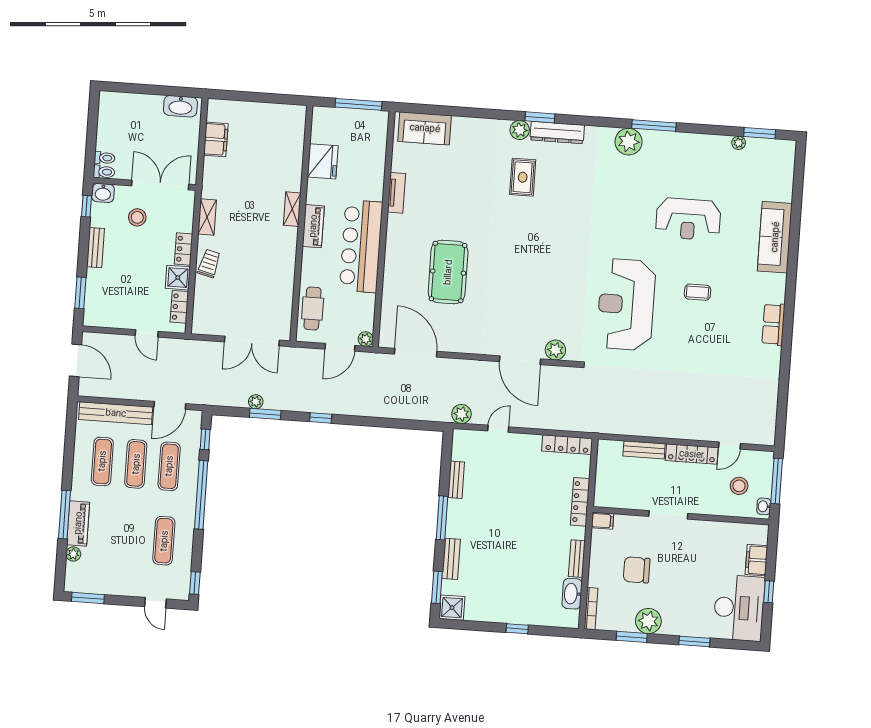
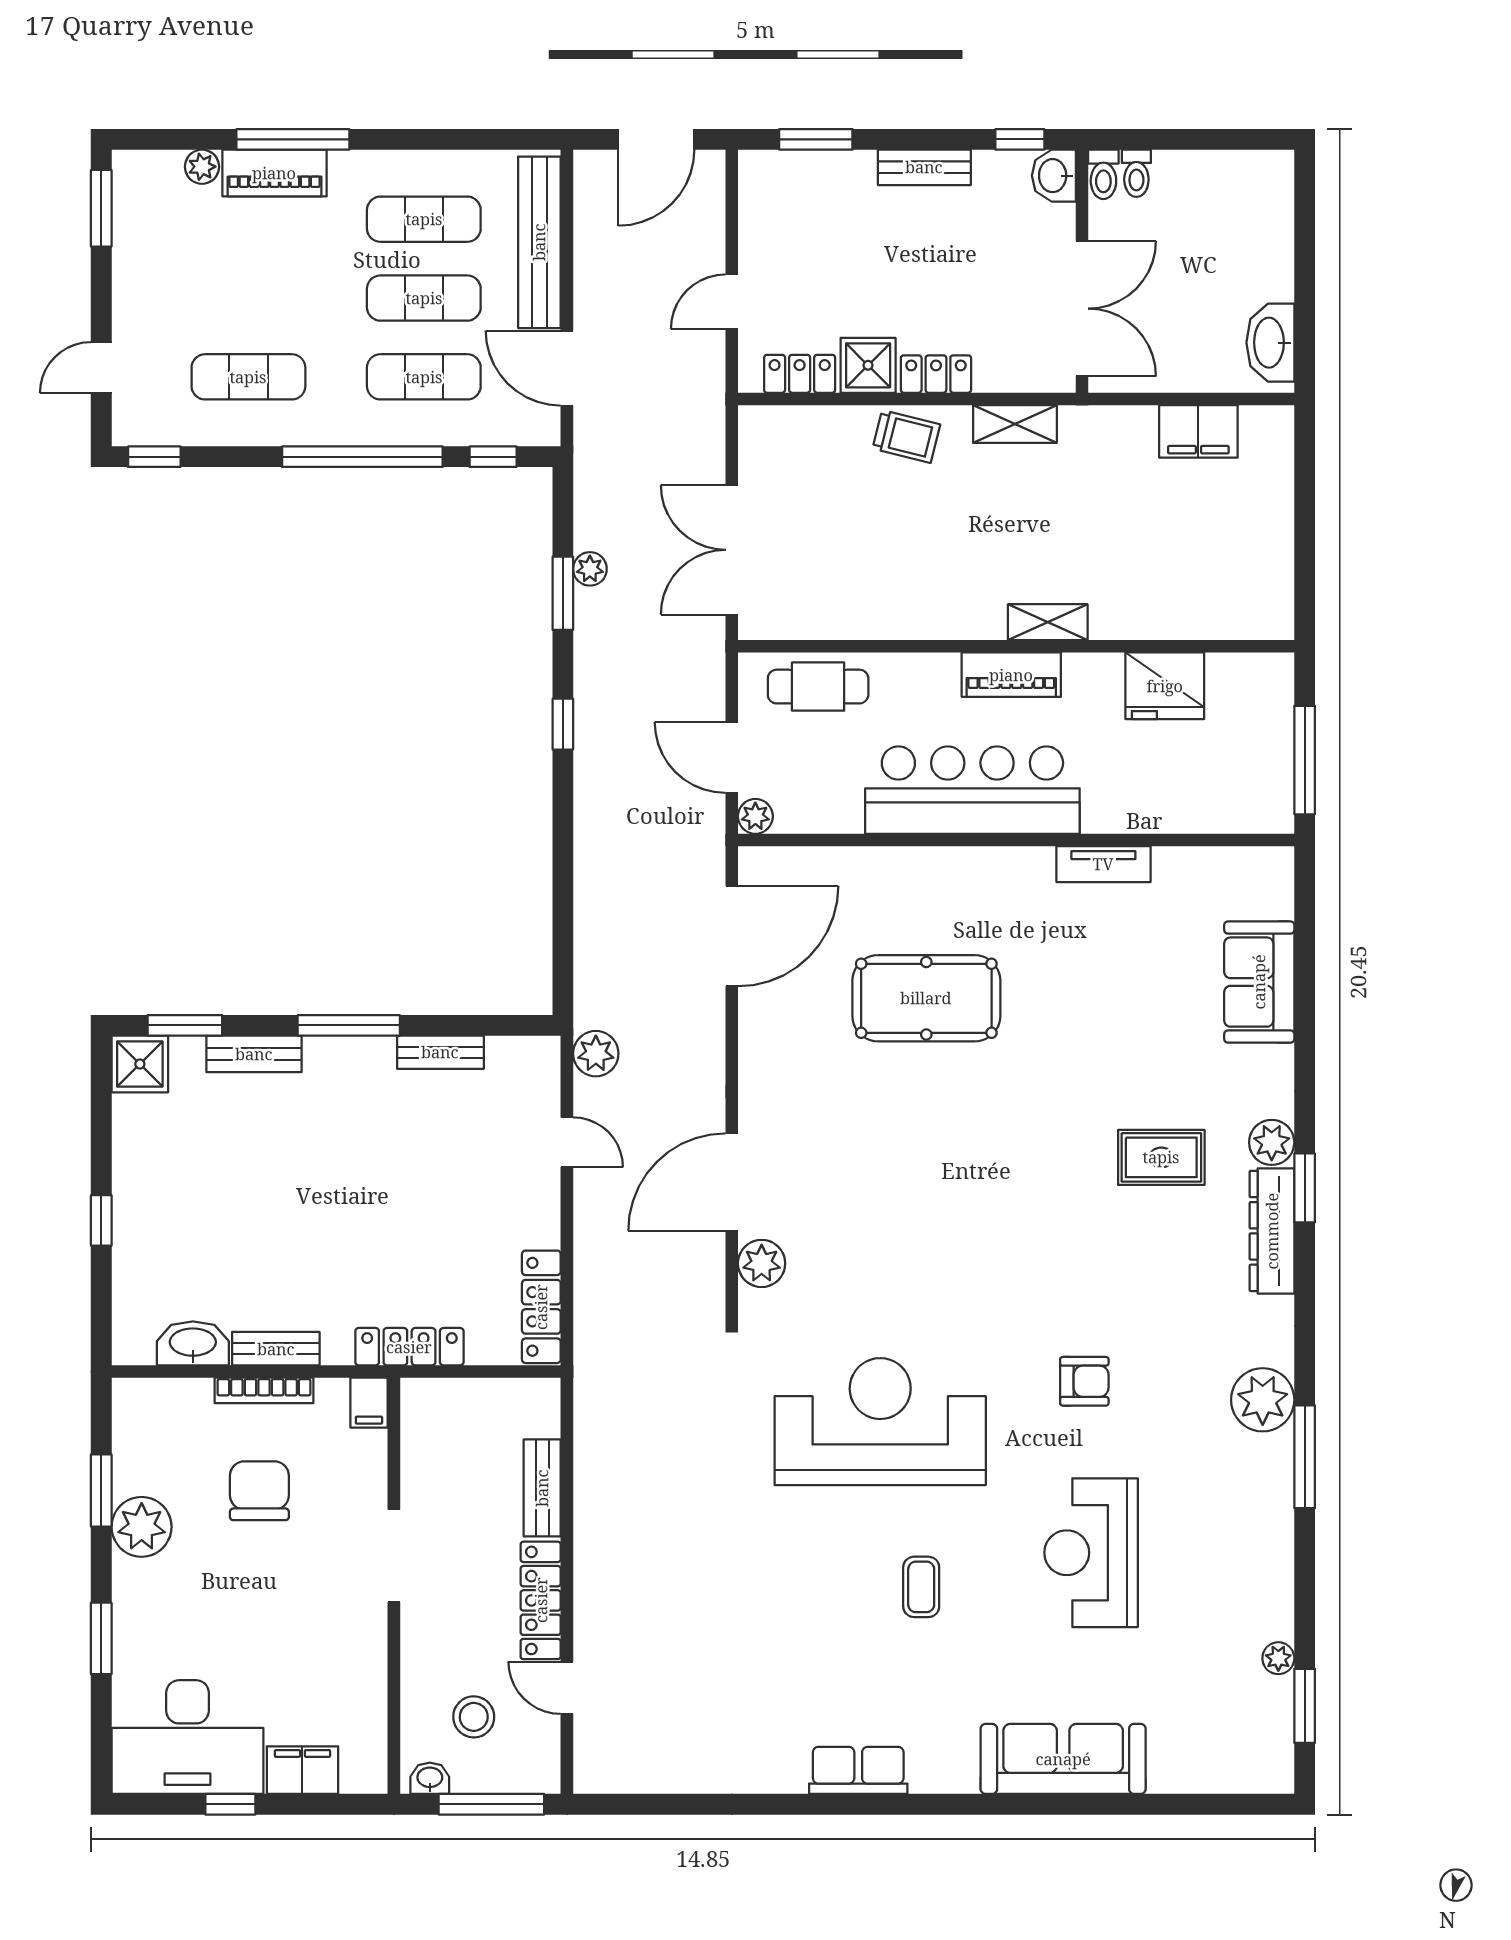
sofa: (425, 128) -> (1259, 982), moved
stool: (137, 217) -> (1002, 260), removed
armchair: (615, 217) -> (1084, 1381), added
bookcase: (591, 609) -> (264, 1390), moved

